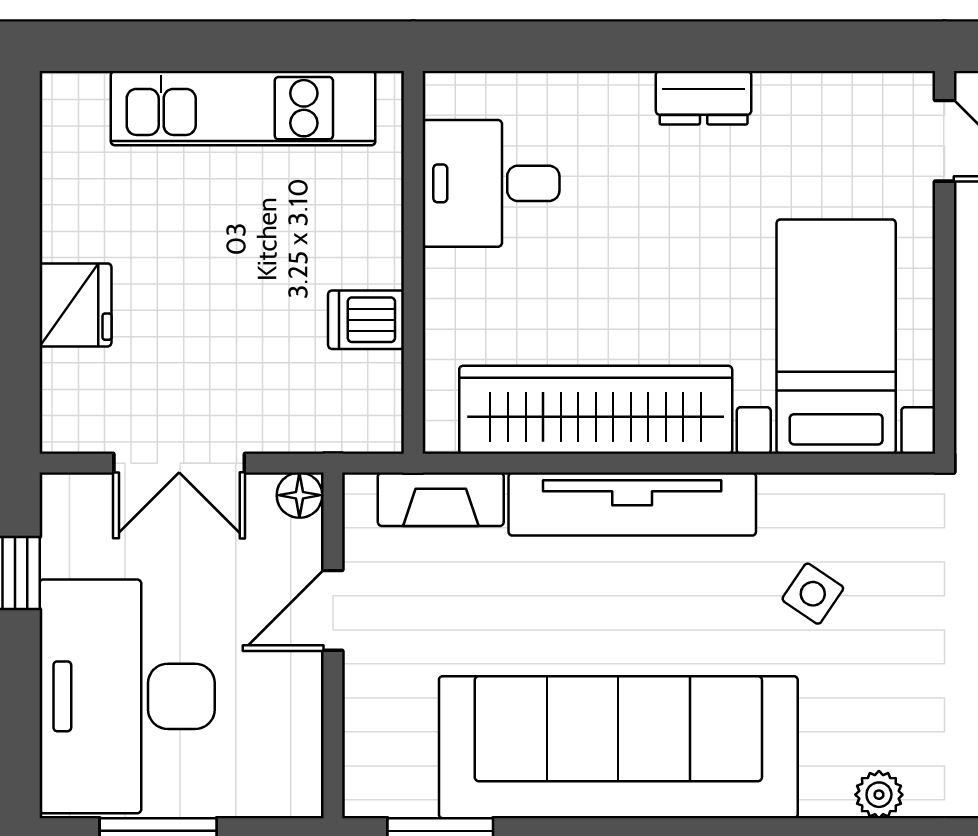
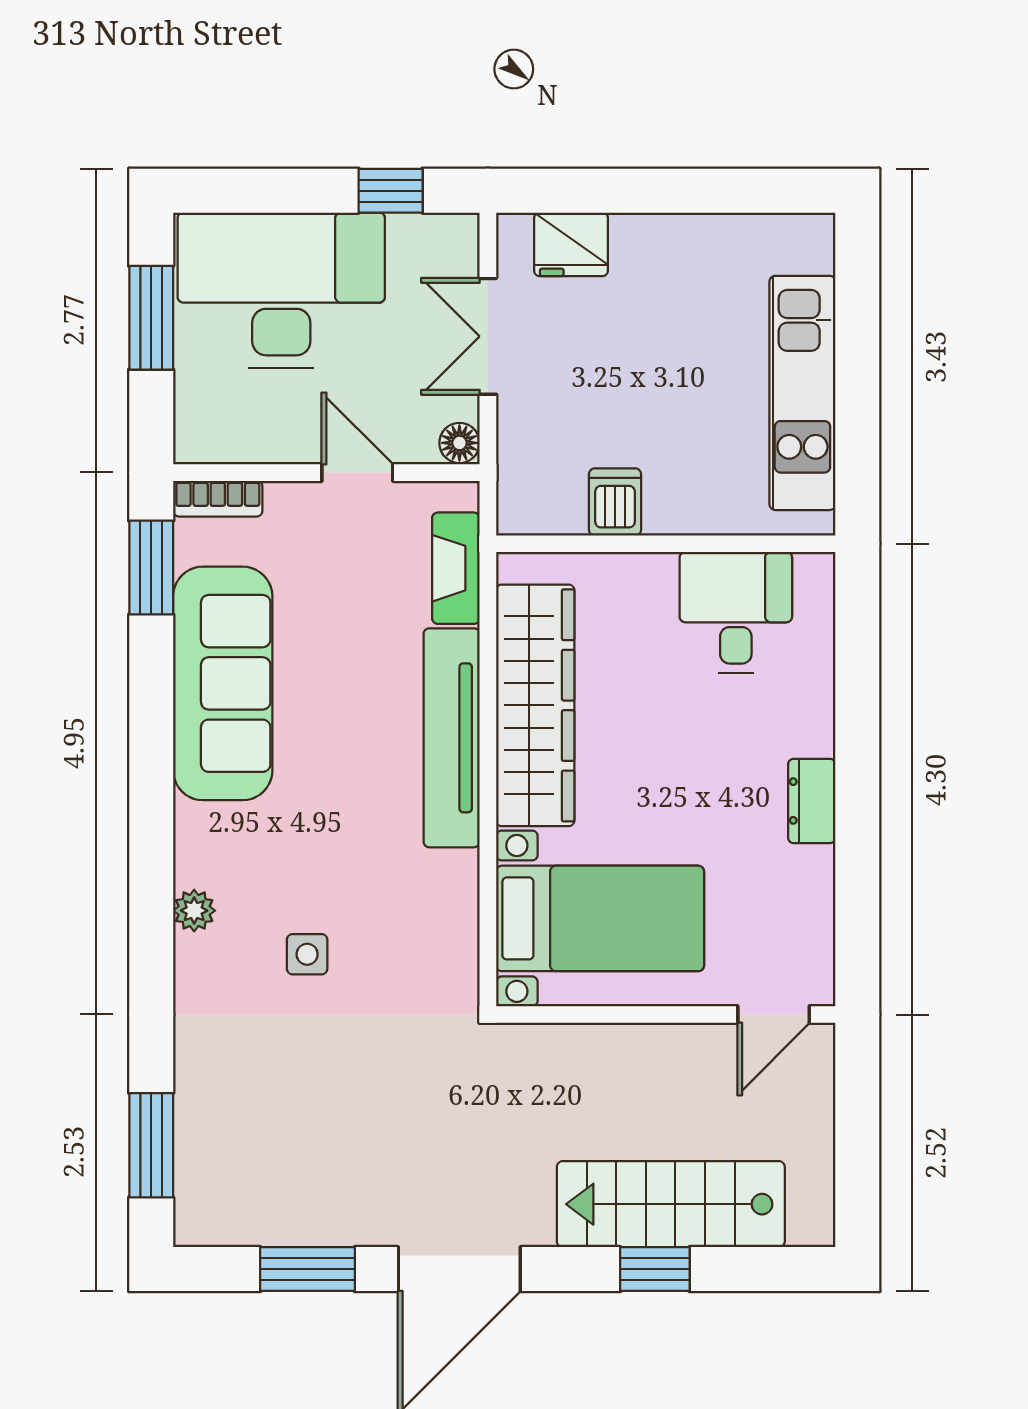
fridge: (75, 305) -> (571, 244), moved
side table: (813, 594) -> (307, 954), moved, turned -34
sofa: (618, 747) -> (223, 683), width x0.74, depth x0.79
bookcase: (362, 768) -> (218, 499), added
plant: (879, 795) -> (194, 911), moved

